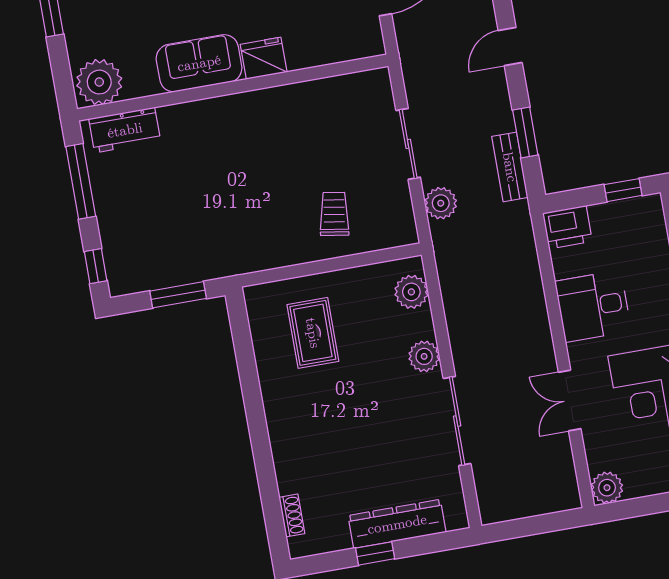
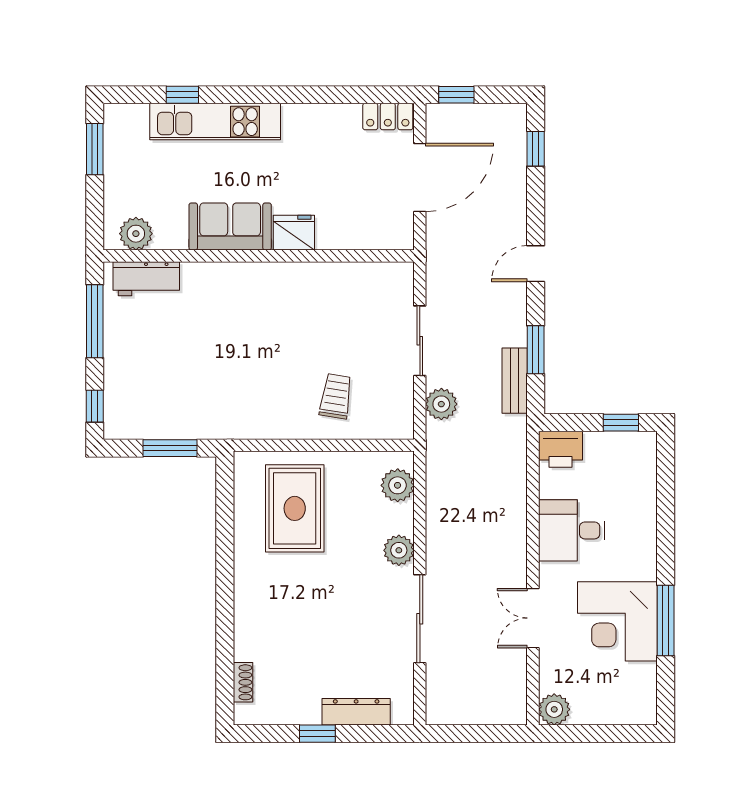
plant: (99, 82) -> (136, 234), width x0.73, depth x0.73
rug: (313, 333) -> (295, 508), width x1.36, depth x1.43
dresser: (397, 524) -> (356, 712), width x0.73, depth x0.80

